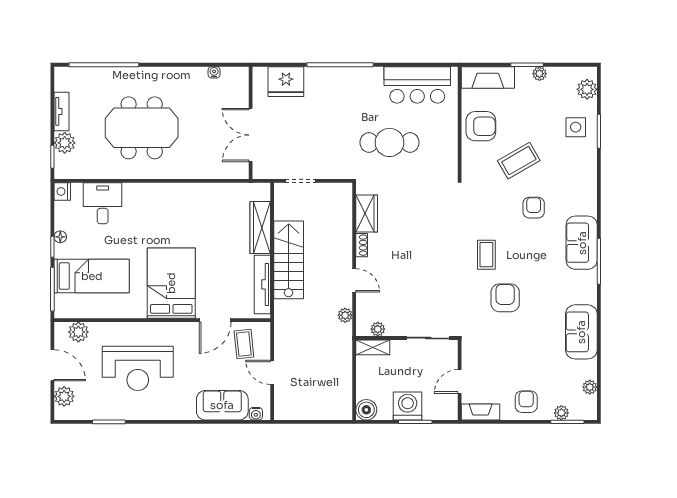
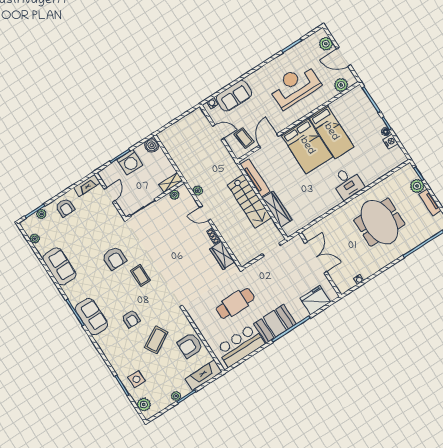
booth: (356, 84) -> (275, 324), added
meeting table: (142, 128) -> (379, 222), turned 90
nightstand: (62, 191) -> (390, 142), moved
desk: (103, 203) -> (348, 183), moved
bed: (92, 276) -> (331, 132), moved, turned -90

